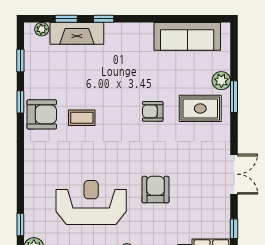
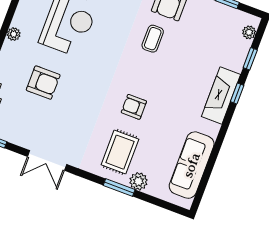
fireplace: (77, 33) -> (221, 96), moved
armchair: (153, 111) -> (134, 107), turned -90
armchair: (156, 190) -> (43, 83), moved

